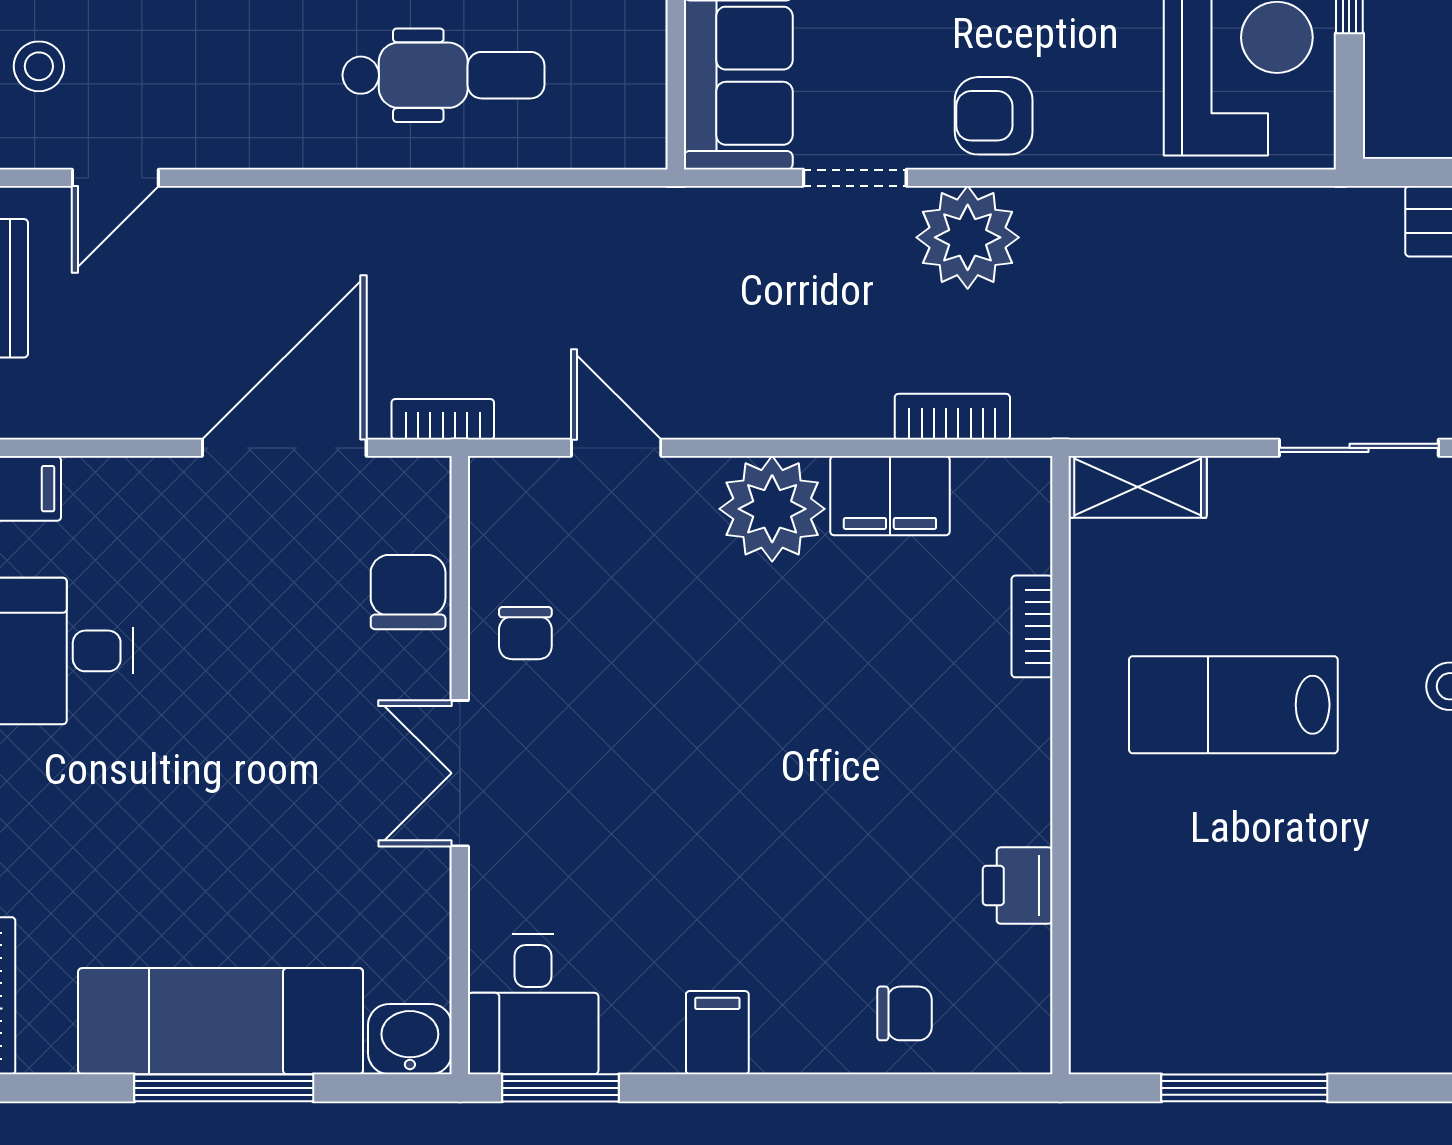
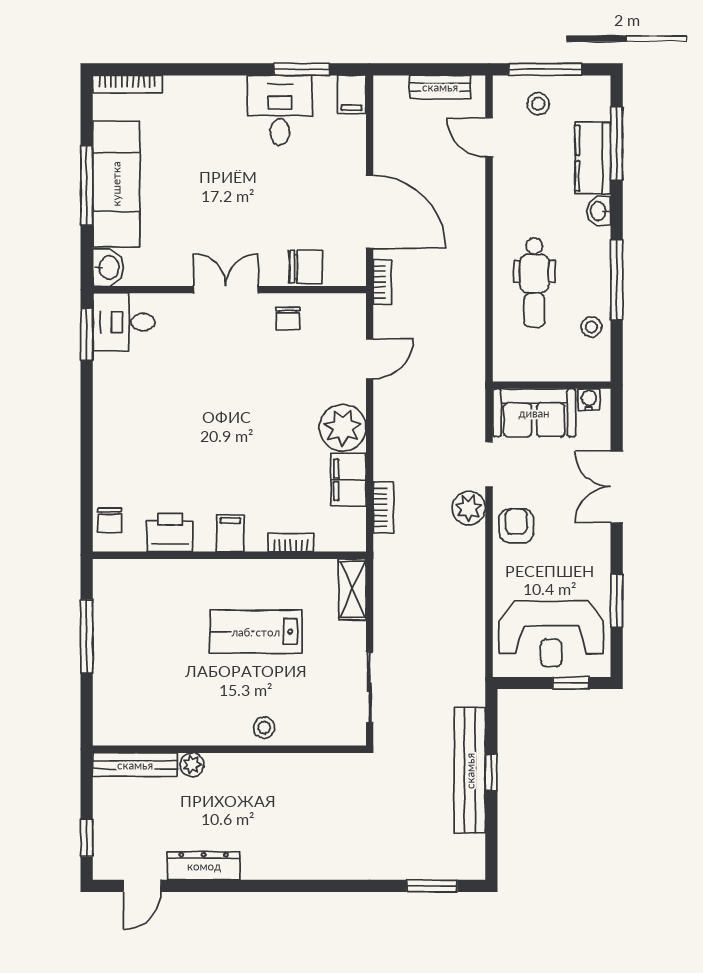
plant: (968, 237) -> (469, 508), width x0.73, depth x0.73
chair: (525, 633) -> (288, 319), turned -90
lab bench: (1233, 705) -> (256, 632), turned -90
printer: (1018, 886) -> (170, 533), width x1.36, depth x1.24
chair: (905, 1013) -> (110, 520), moved
filing cabinet: (717, 1033) -> (230, 533), moved, turned -90

